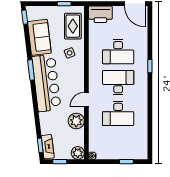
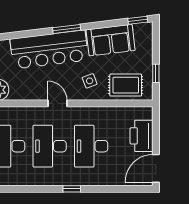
printer: (100, 14) -> (142, 136), moved
desk: (118, 83) -> (50, 146), turned 180
door: (86, 100) -> (57, 103), moved

